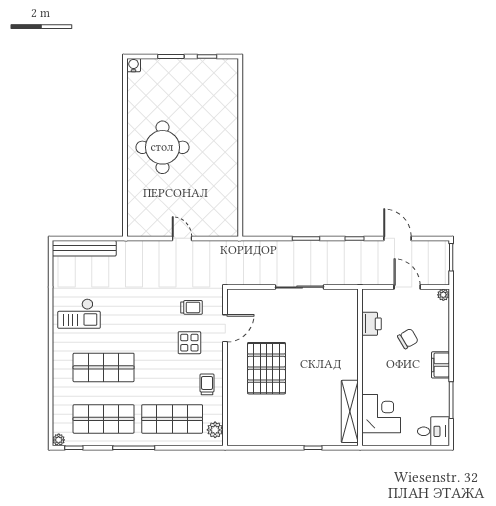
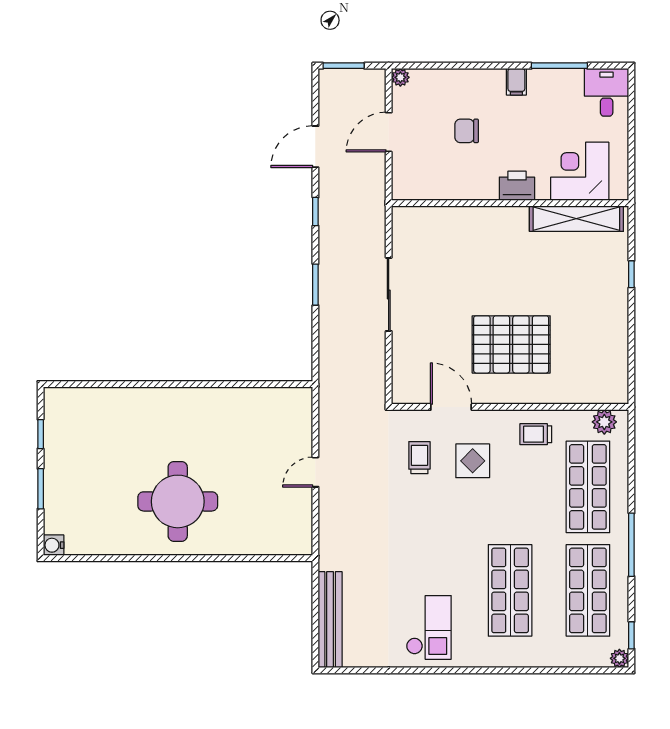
printer: (372, 324) -> (517, 186), moved
chair: (408, 339) -> (467, 131), turned -59
filing cabinet: (440, 365) -> (516, 82), width x0.50

